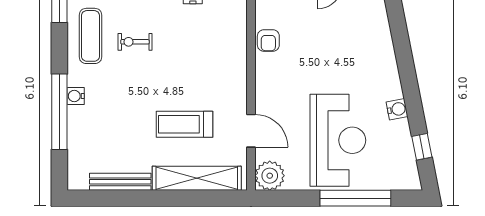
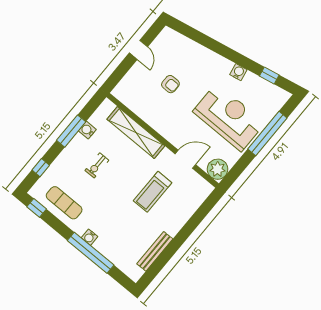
armchair: (268, 40) -> (170, 84), moved
exercise bike: (135, 42) -> (97, 165), moved
shelving: (197, 178) -> (136, 133), moved, turned 90

